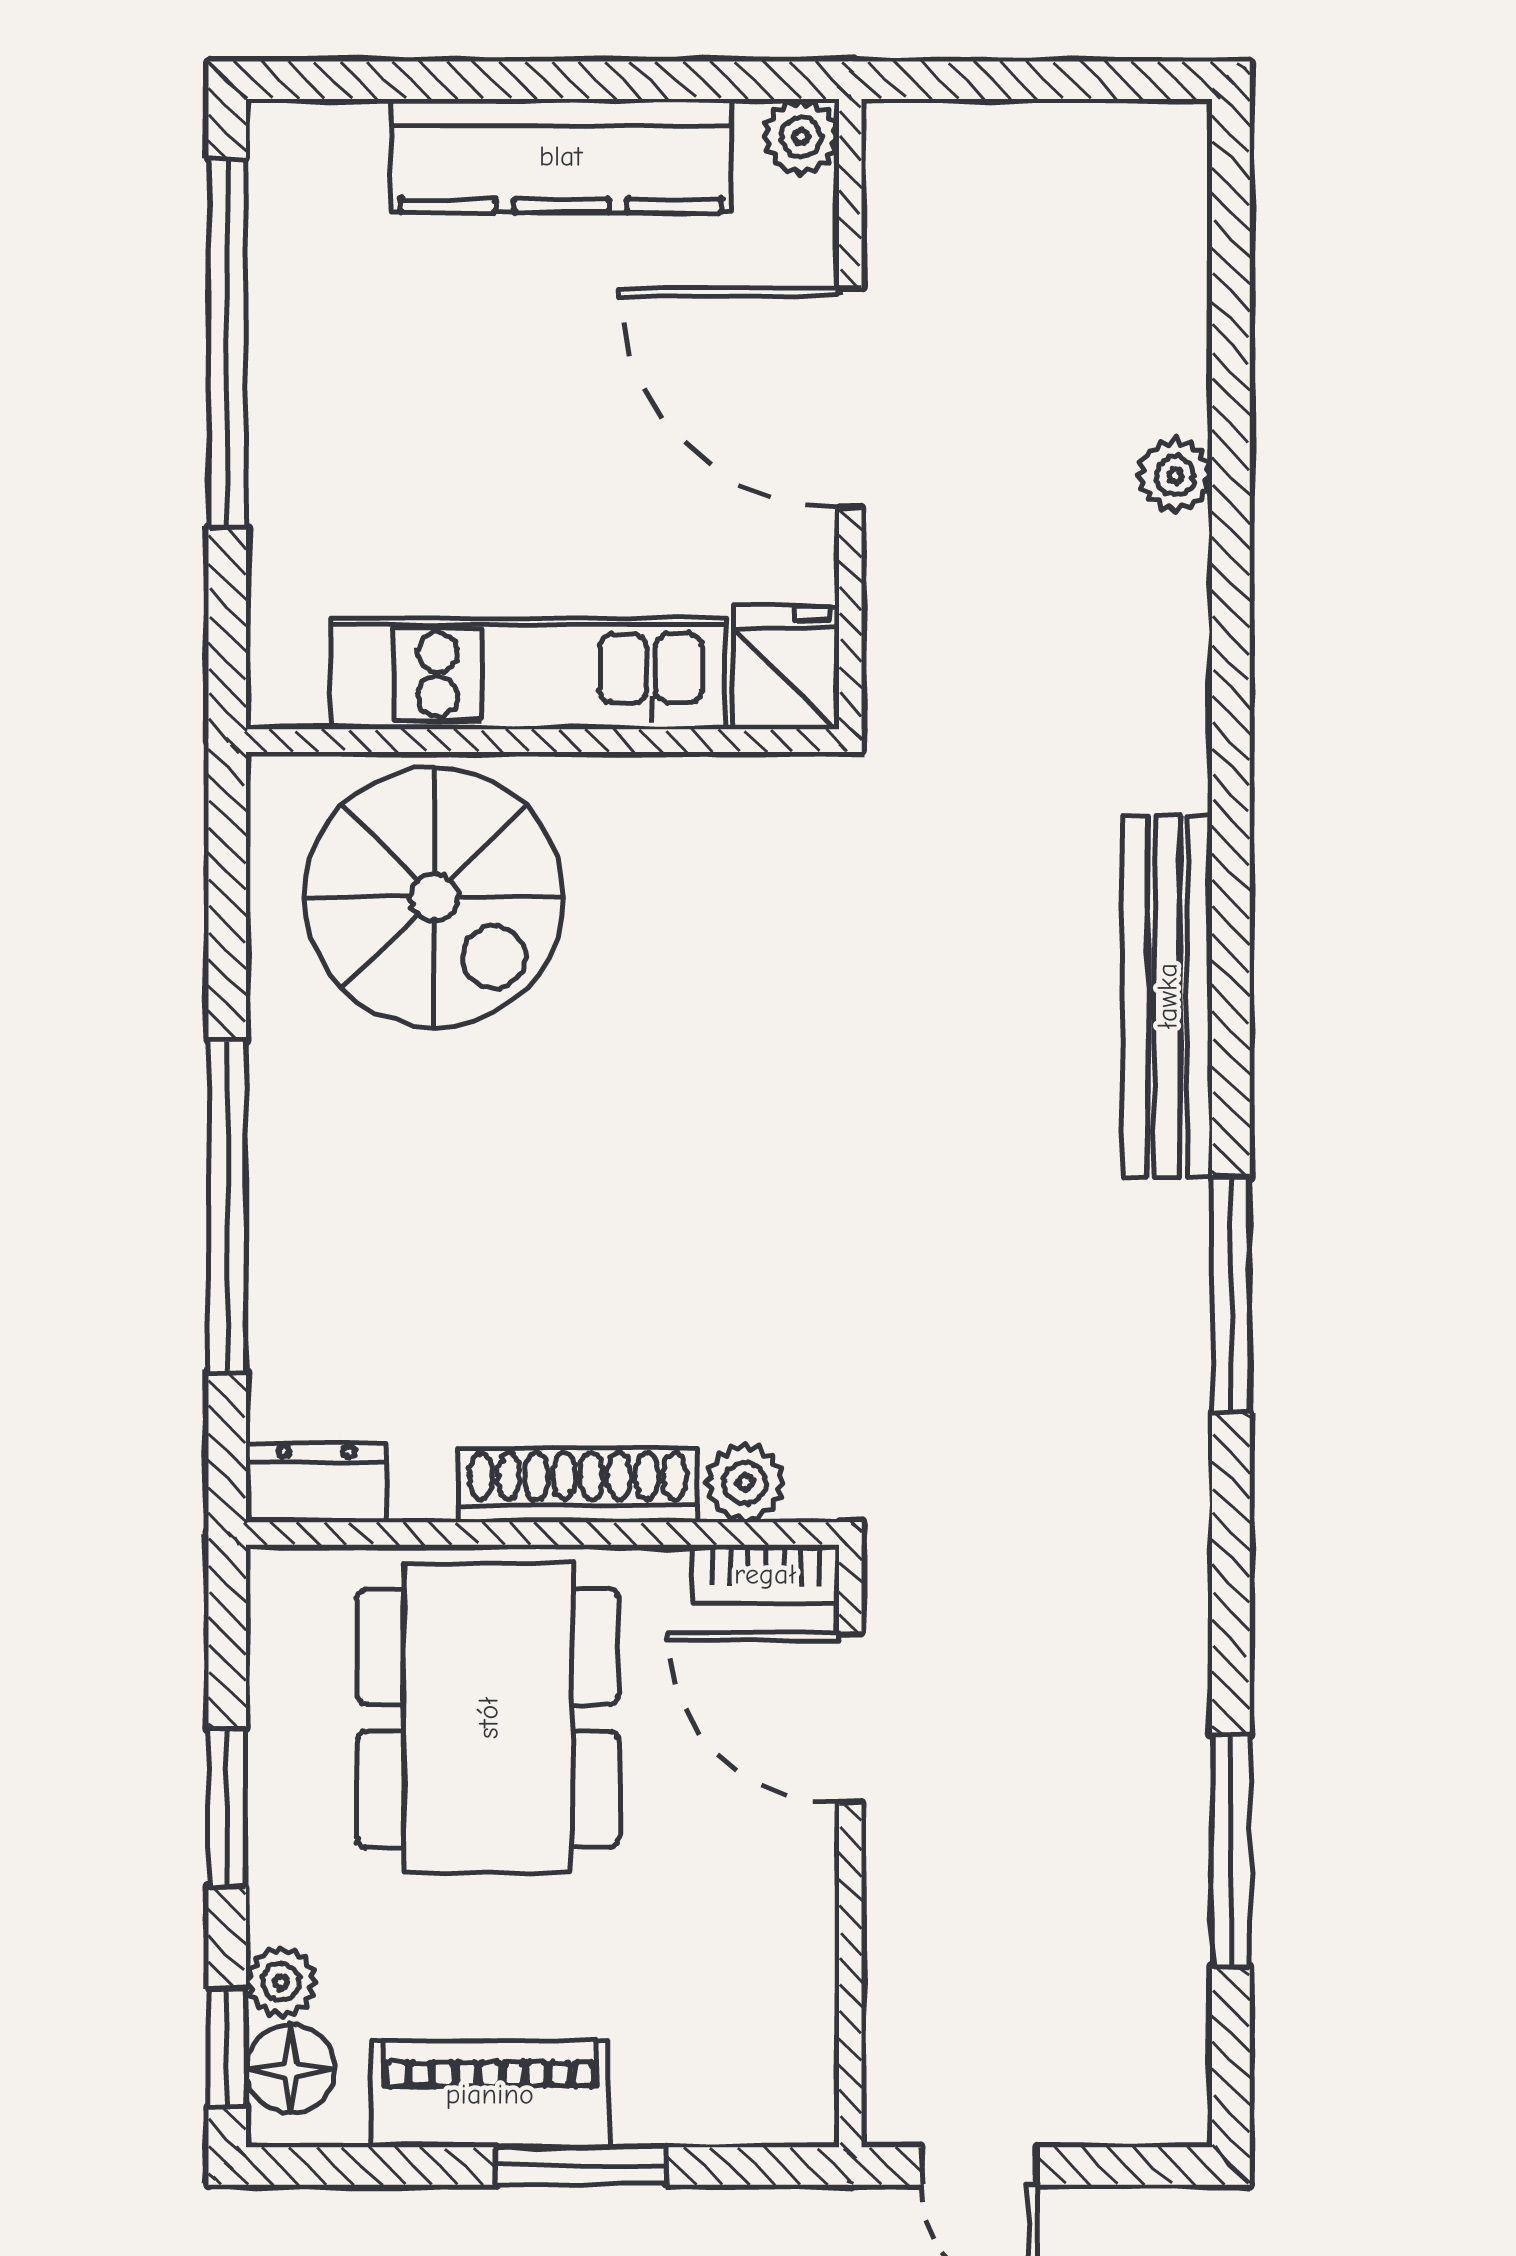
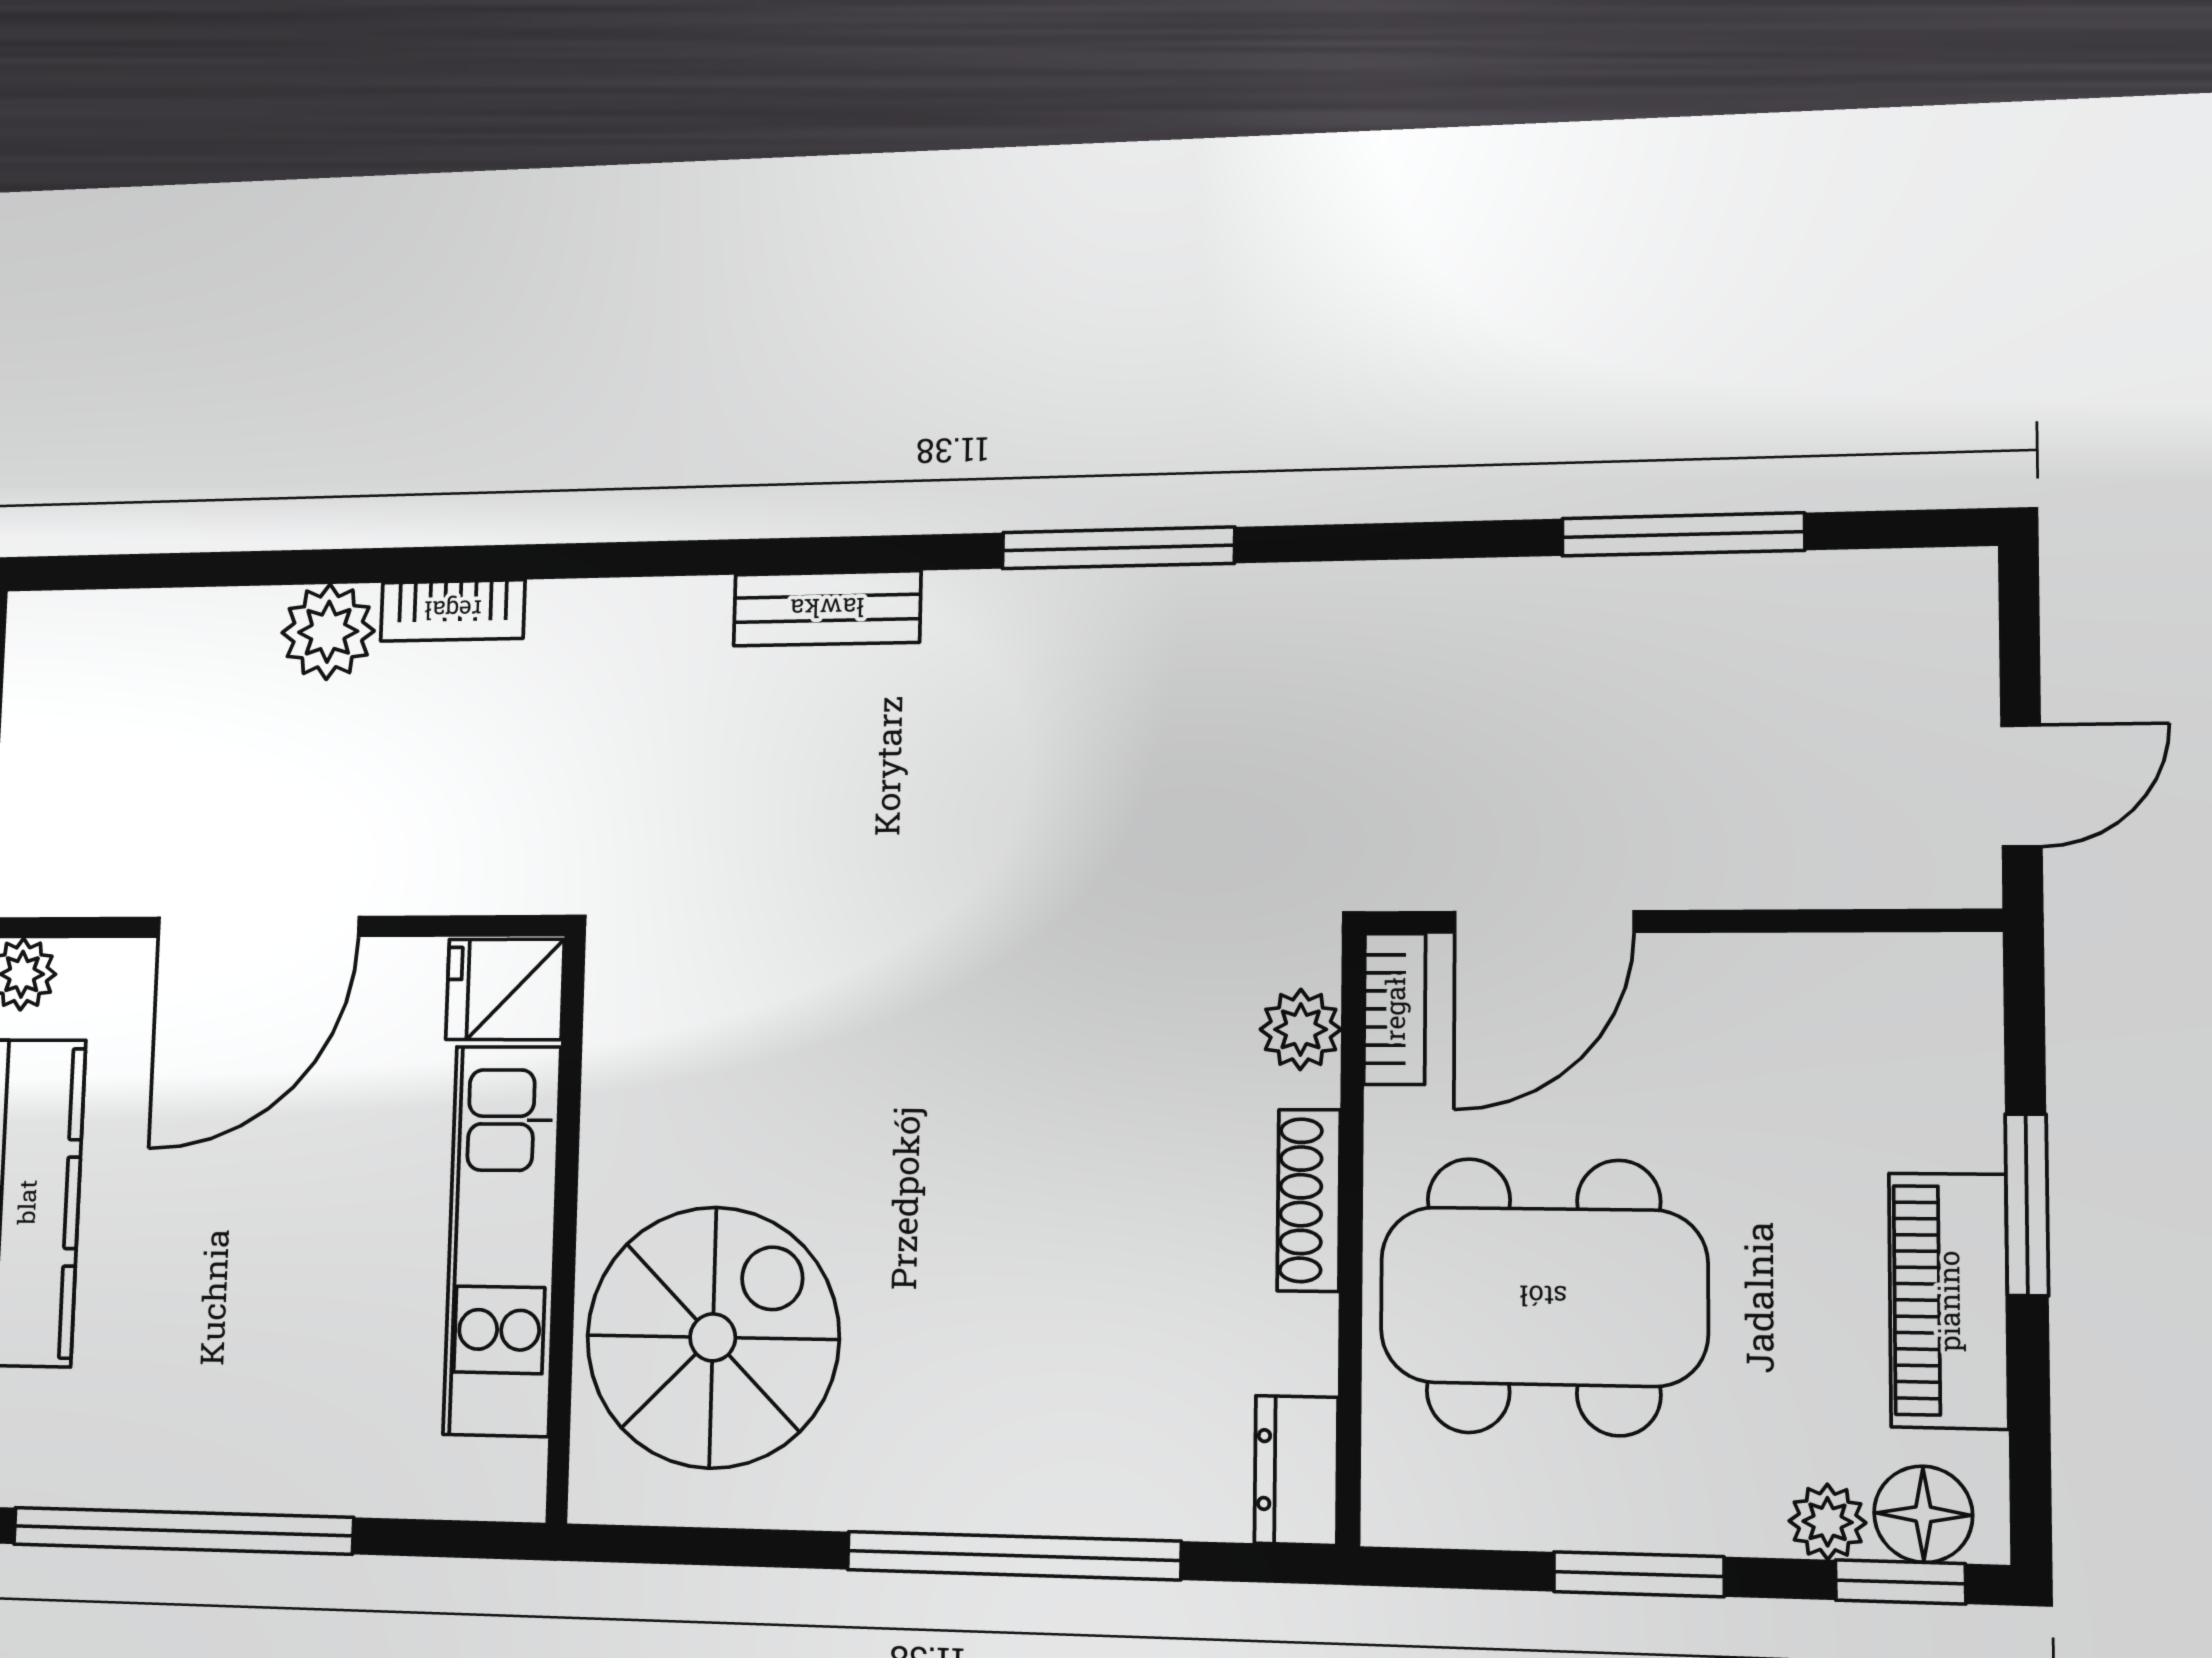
plant: (1175, 475) -> (328, 632), width x1.38, depth x1.38
bookcase: (1181, 597) -> (453, 610), added
bench: (1167, 996) -> (827, 608), width x0.54, depth x0.82
shoe rack: (578, 1485) -> (1309, 1200), width x0.74, depth x0.81

